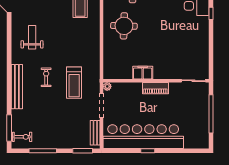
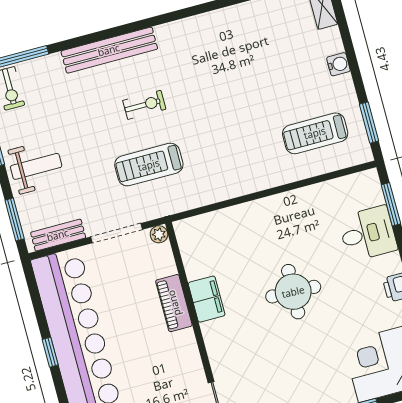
round table: (124, 26) -> (293, 292), moved
weight bench: (32, 37) -> (36, 166), moved
piano: (155, 88) -> (174, 303), moved

